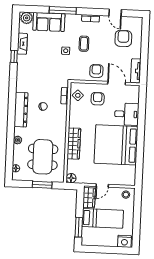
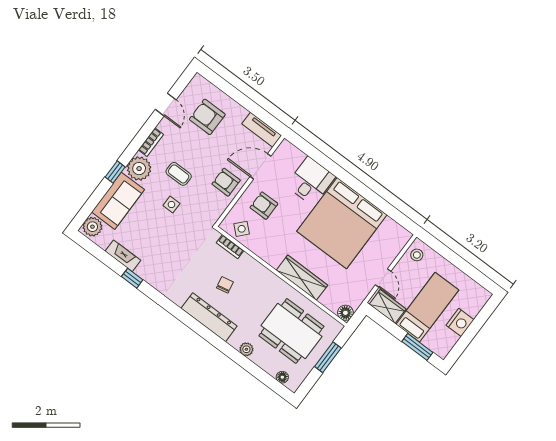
window: (63, 10) -> (115, 172), width x0.46
door: (115, 13) -> (166, 105), hinge flipped
plant: (73, 21) -> (139, 169), added
nightstand: (124, 241) -> (460, 322), moved

